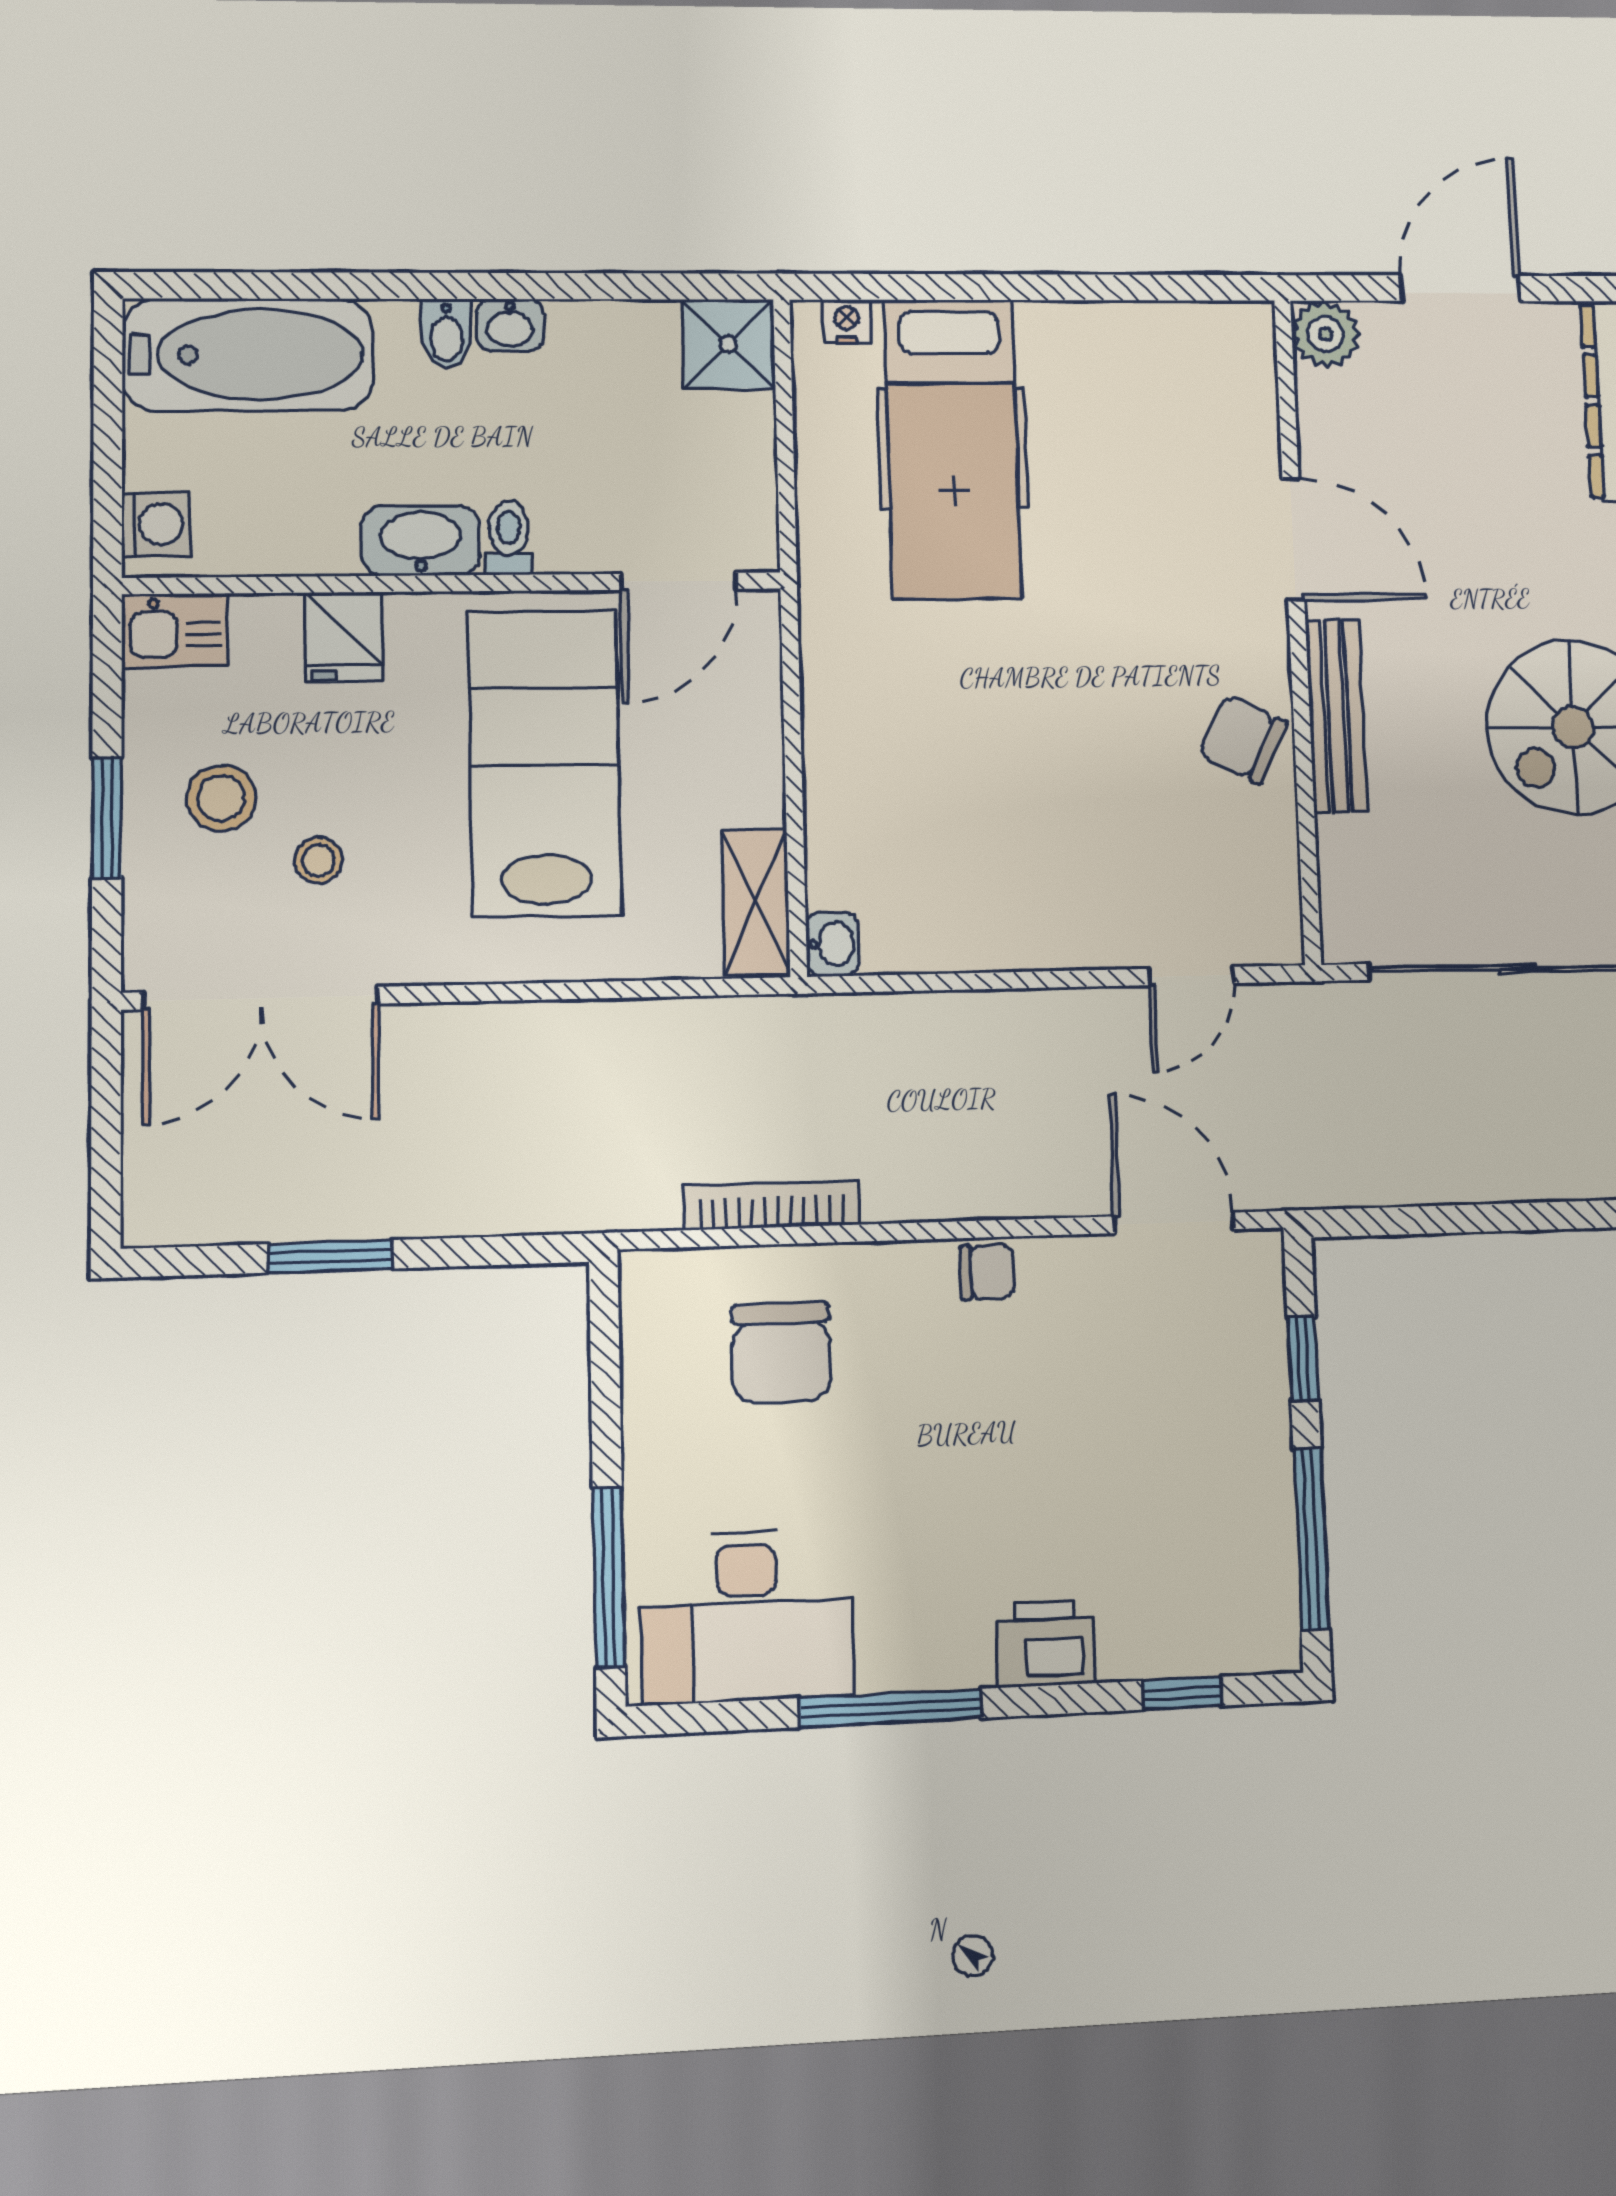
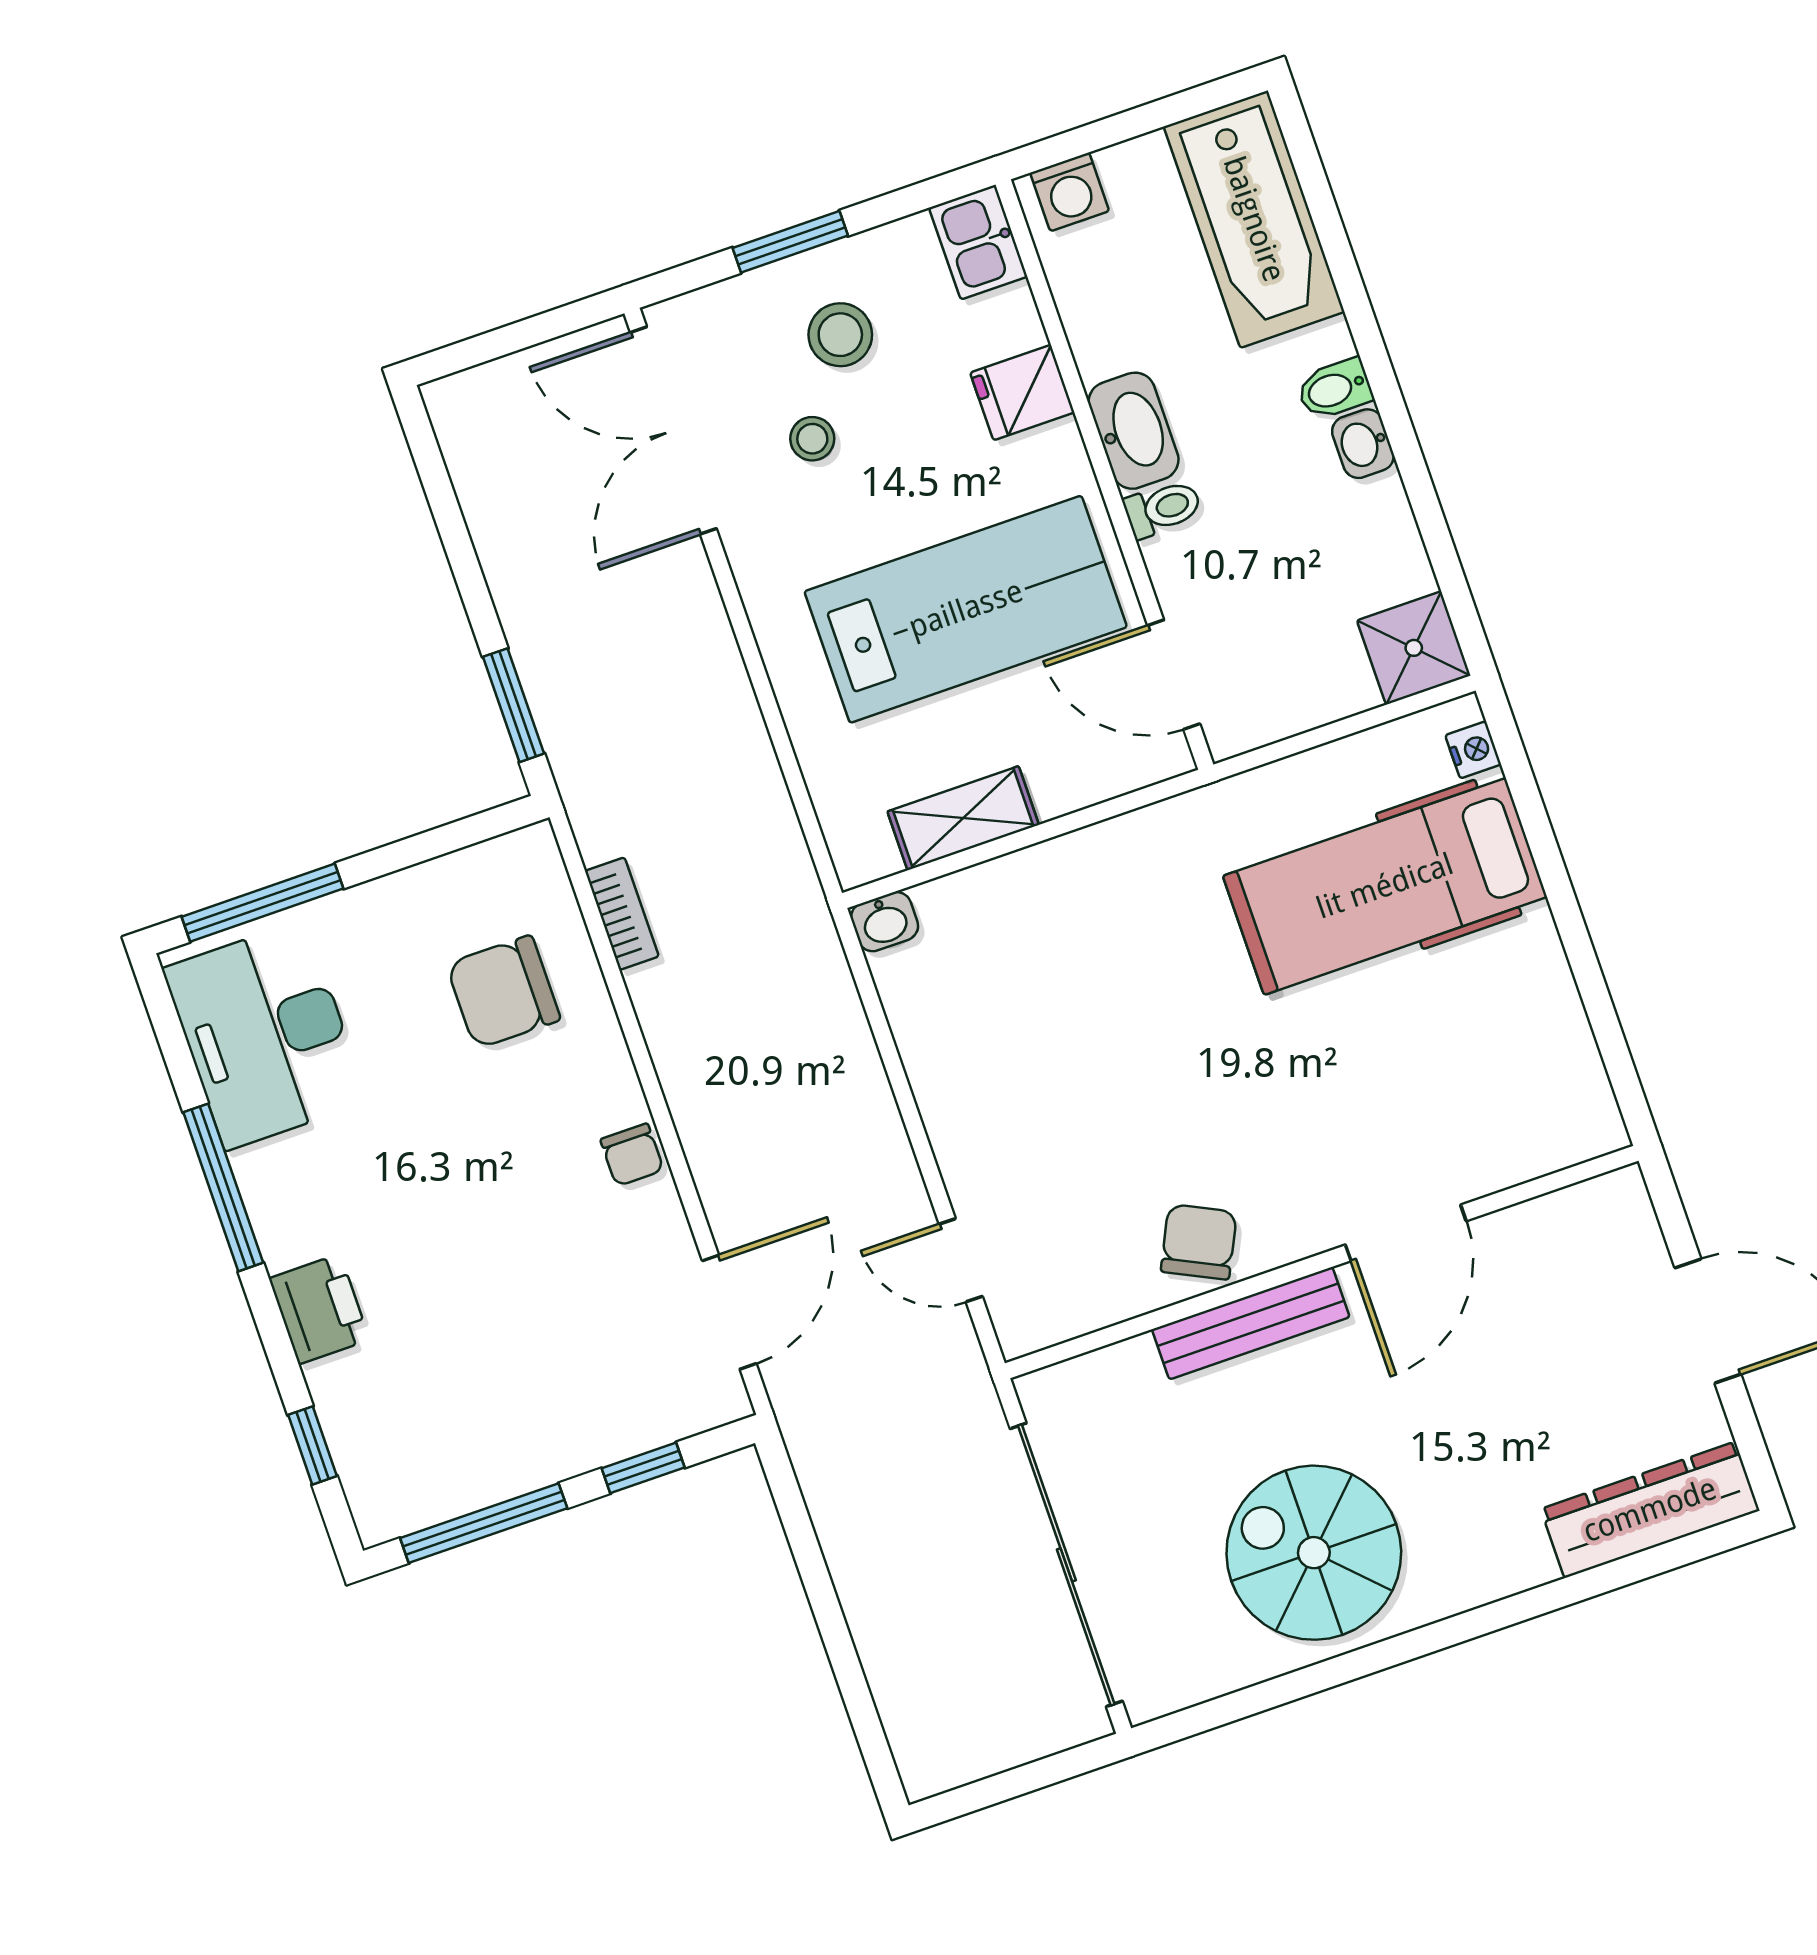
plant: (1326, 334) -> (1617, 1204), removed
shelving: (756, 902) -> (963, 818), moved
bookcase: (772, 1205) -> (622, 914), width x0.64
window: (330, 1256) -> (514, 705), moved

